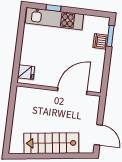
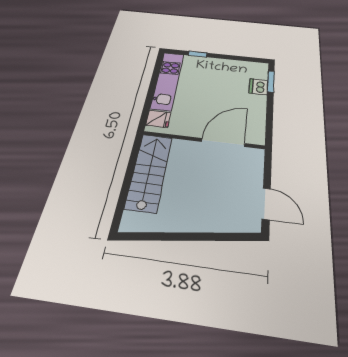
kitchen unit: (55, 19) -> (168, 81), moved, turned -90
stairs: (51, 143) -> (149, 172), moved, turned 98

